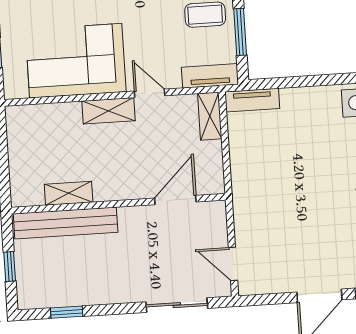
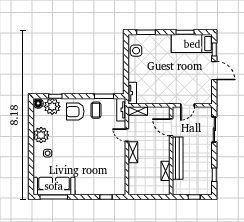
corner sofa: (76, 61) -> (111, 164), removed
door: (150, 93) -> (127, 135), hinge flipped
bench: (66, 223) -> (178, 158), moved
door: (233, 264) -> (188, 105), moved

